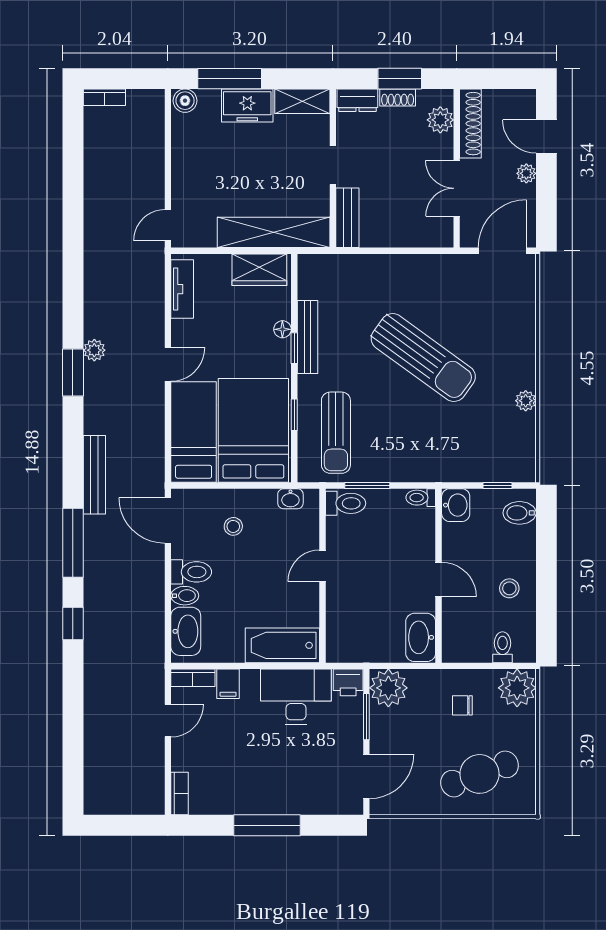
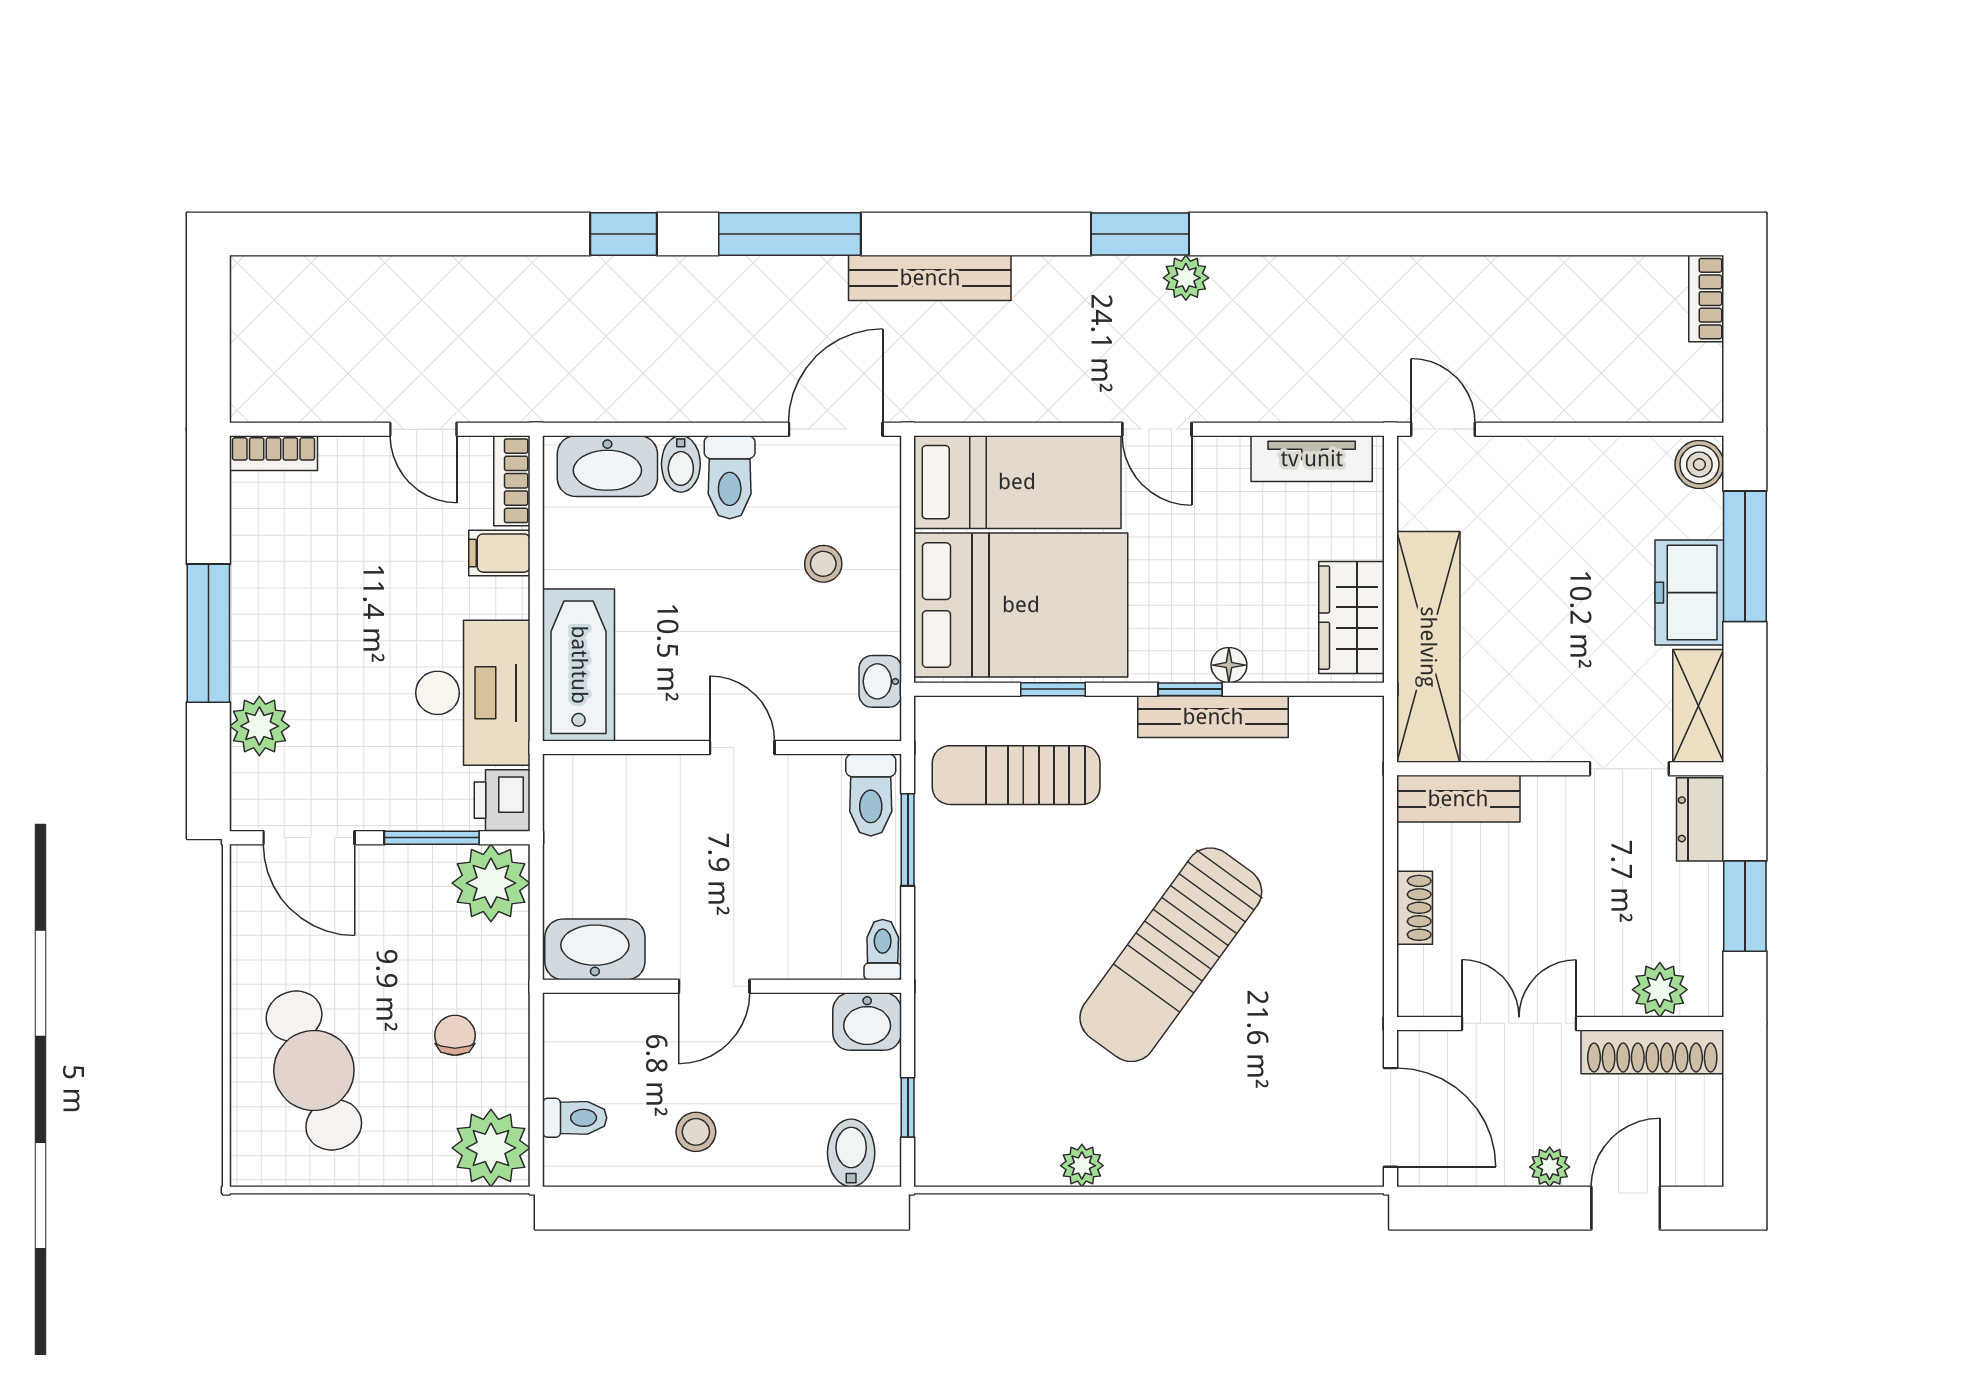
shoe rack: (398, 98) -> (1415, 908), moved, turned 180
doorway: (333, 165) -> (1629, 769), moved
plant: (312, 800) -> (259, 726), added

